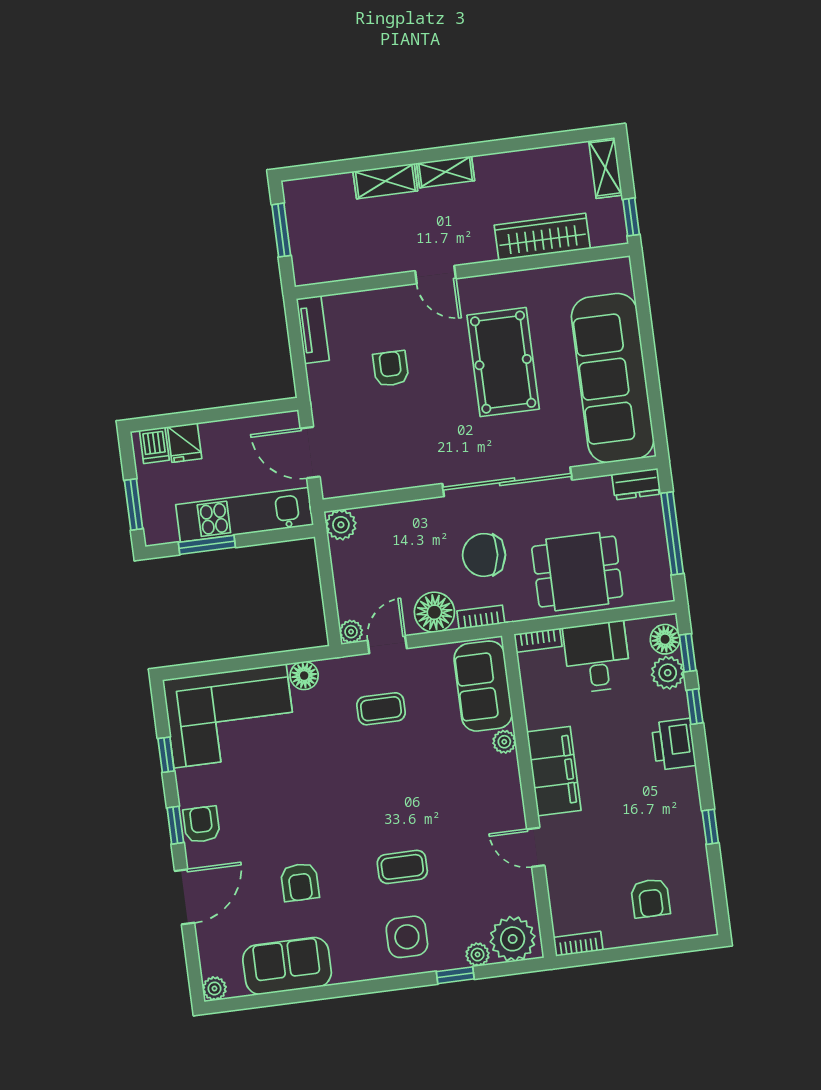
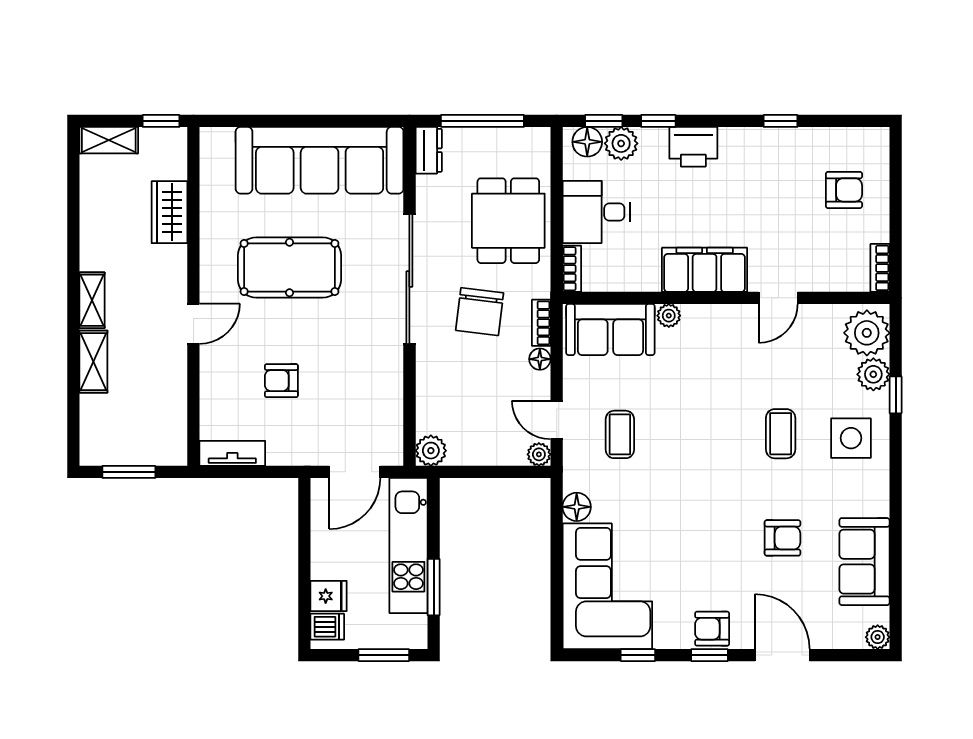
wardrobe: (542, 237) -> (169, 212), width x0.67
floor lamp: (434, 612) -> (540, 359), width x0.53, depth x0.53
plant: (478, 955) -> (873, 374), width x1.38, depth x1.38

